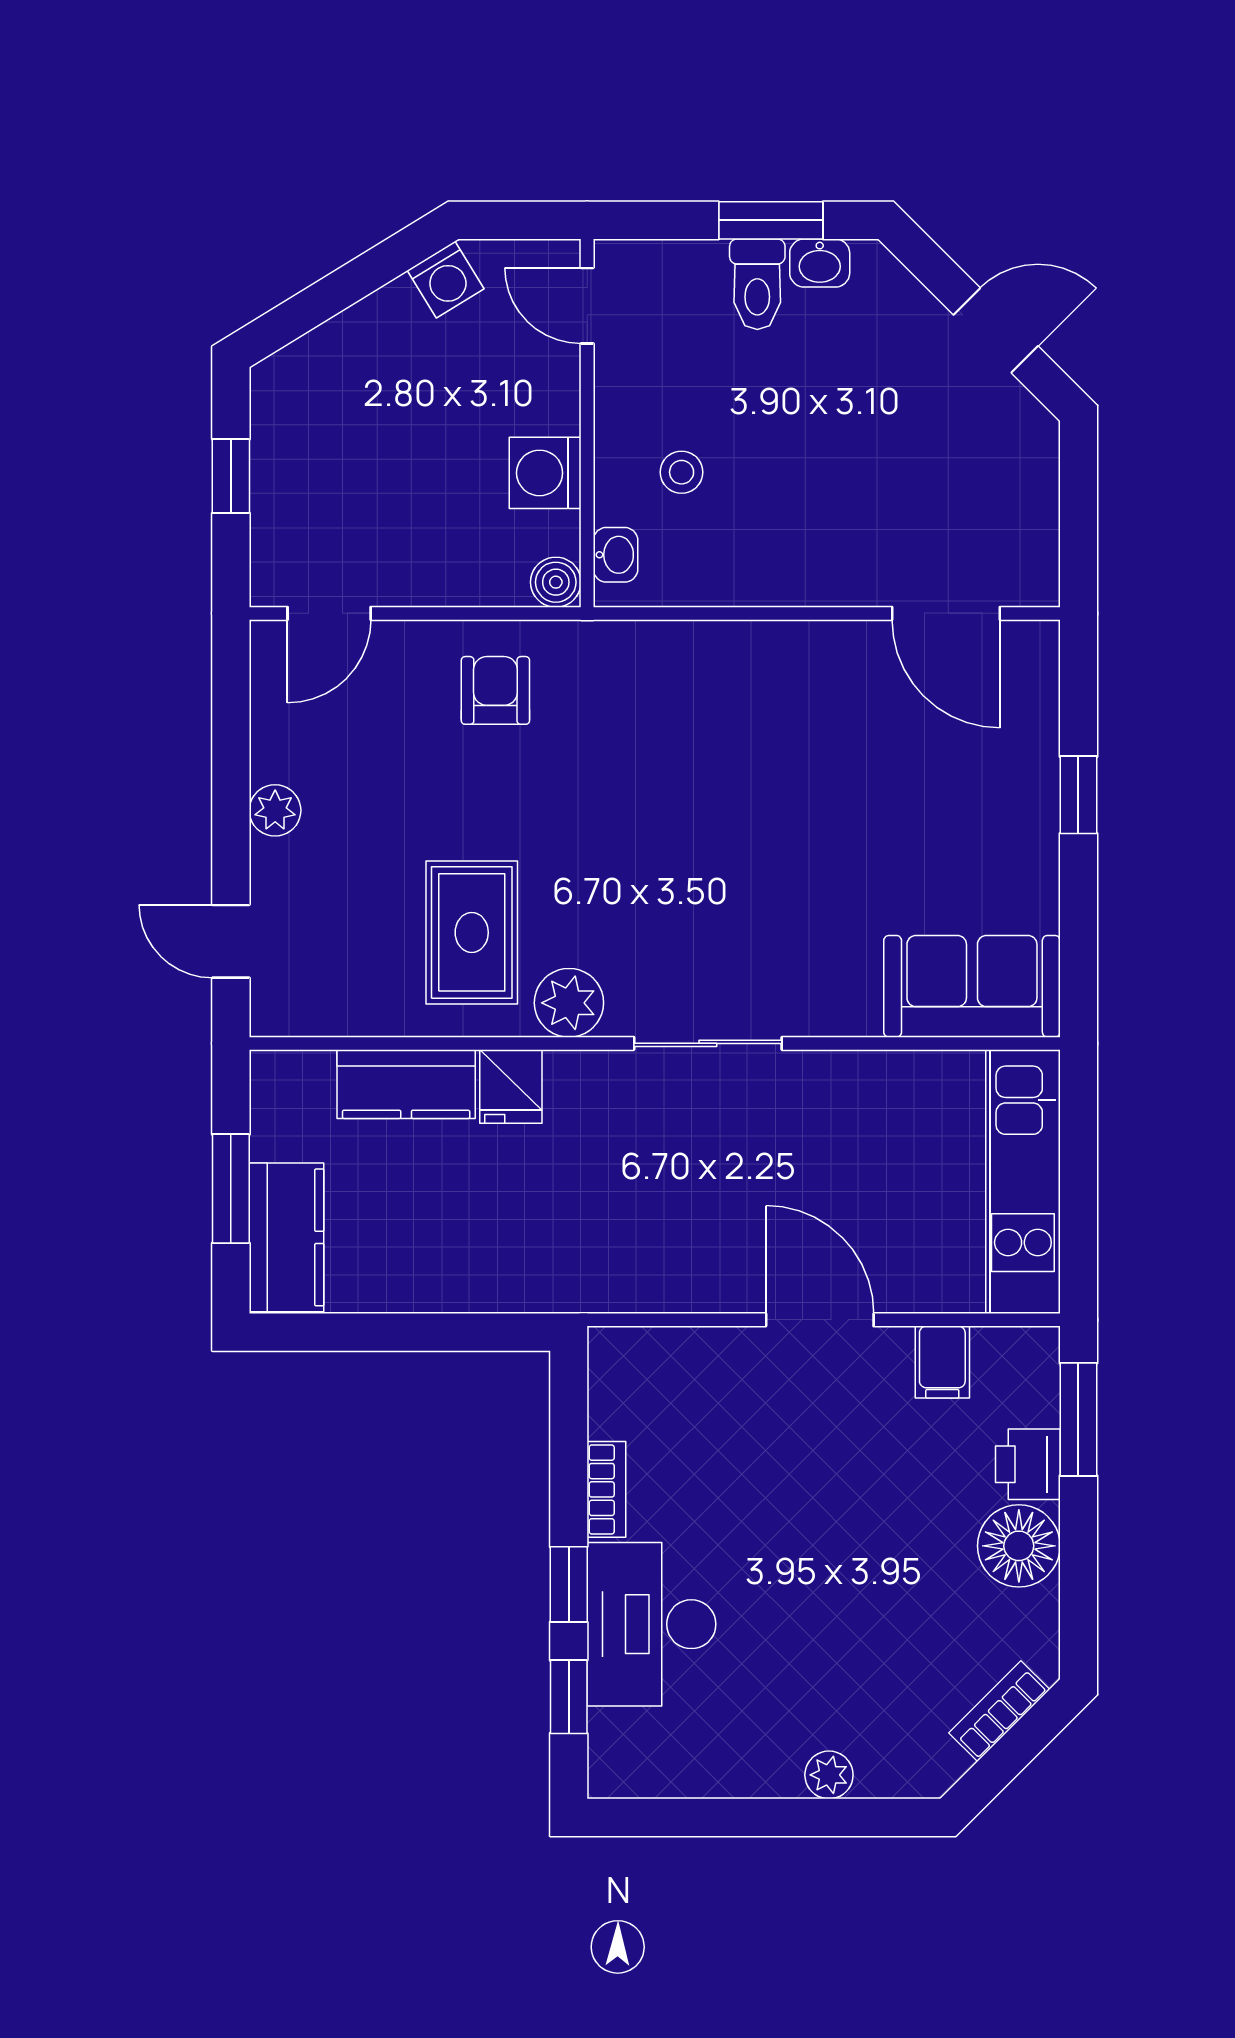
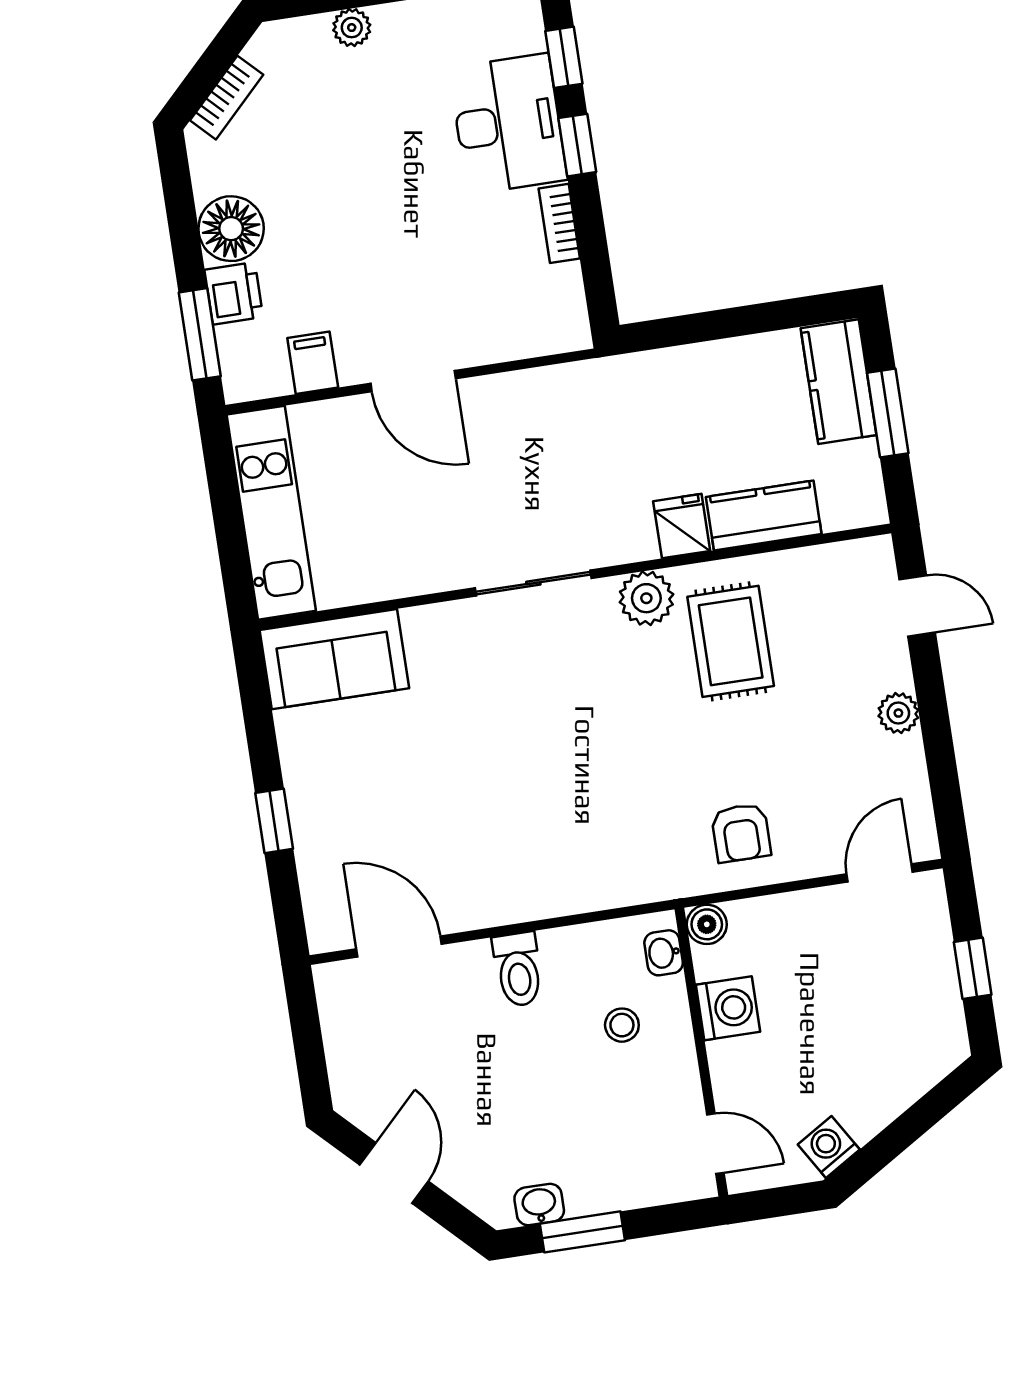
toilet: (757, 284) -> (518, 969), moved, turned 180
door: (996, 330) -> (394, 1173), swing flipped

